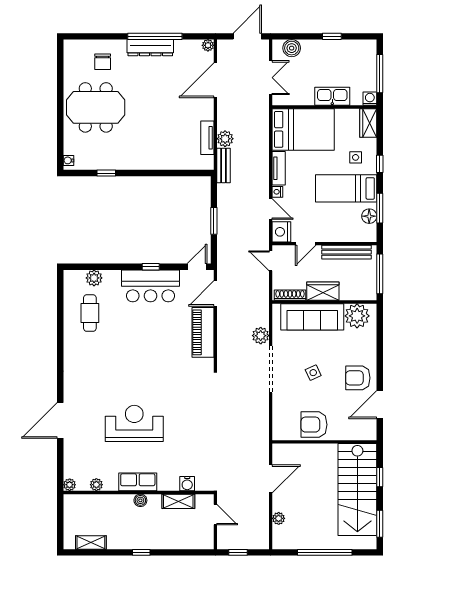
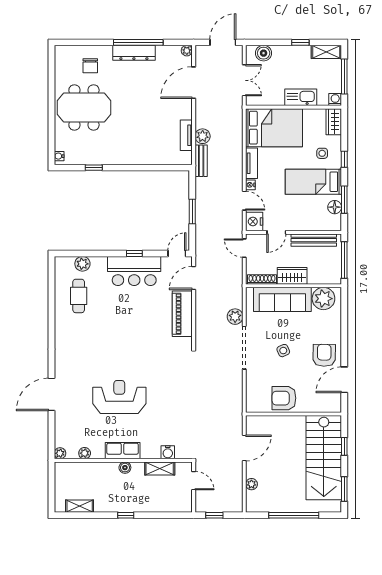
shelving: (360, 47) -> (326, 52), added
armchair: (358, 378) -> (324, 355), turned 91

